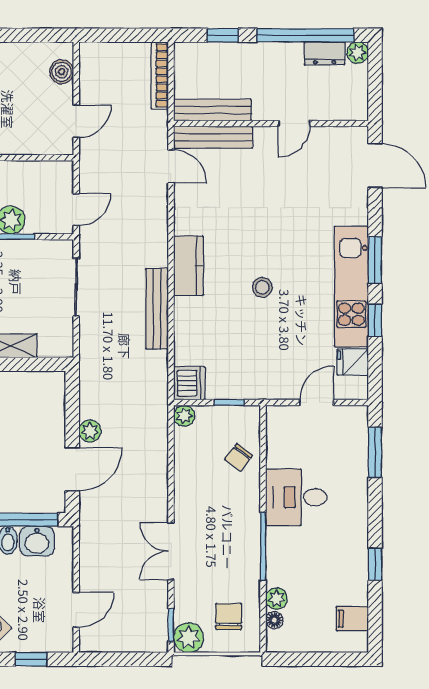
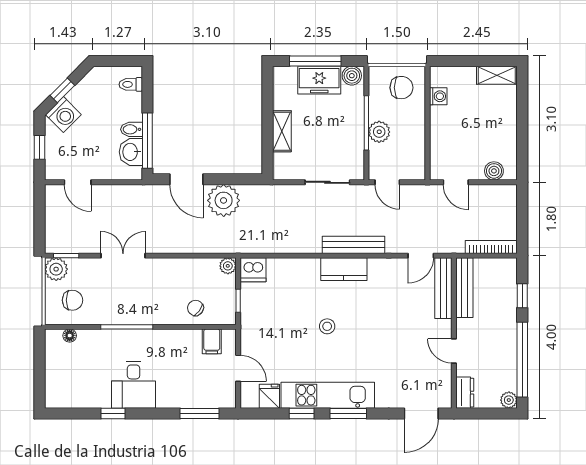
dresser: (324, 53) -> (465, 393), moved, turned 180
bench: (157, 309) -> (353, 245), moved
plant: (90, 431) -> (224, 200), width x1.88, depth x1.88
desk: (296, 497) -> (134, 385), moved, turned 180
plant: (277, 599) -> (86, 337), removed
filing cabinet: (352, 619) -> (212, 341), moved, turned 180

